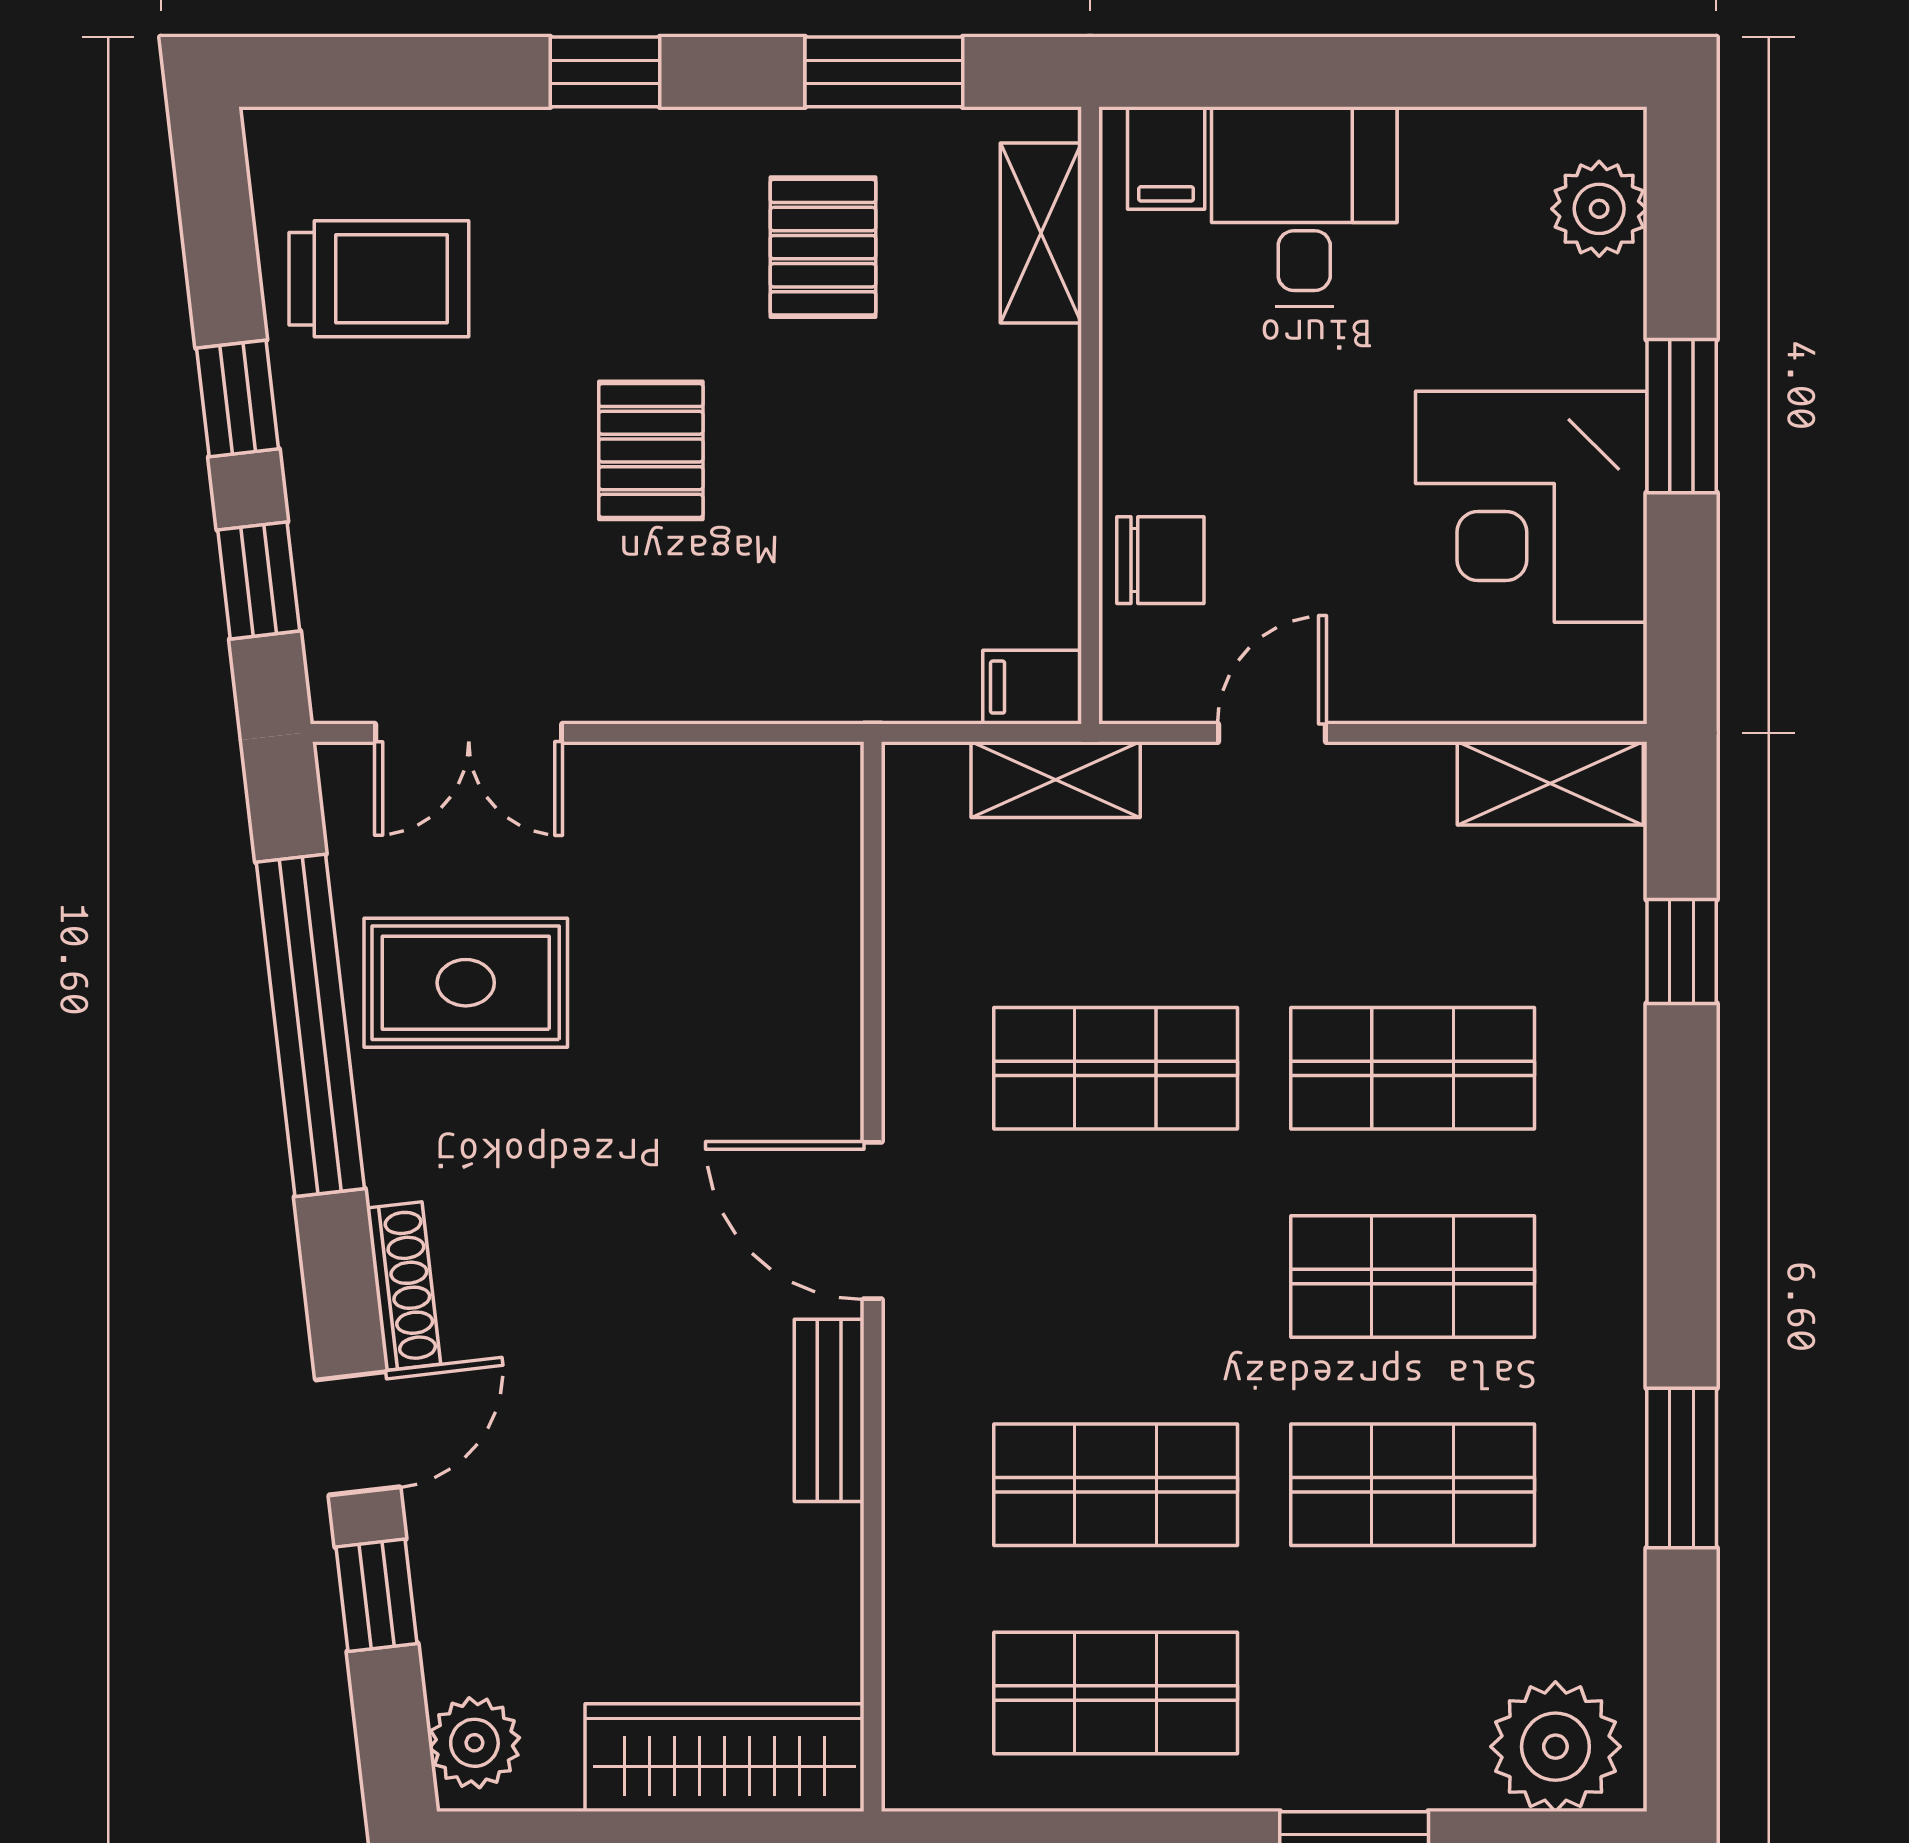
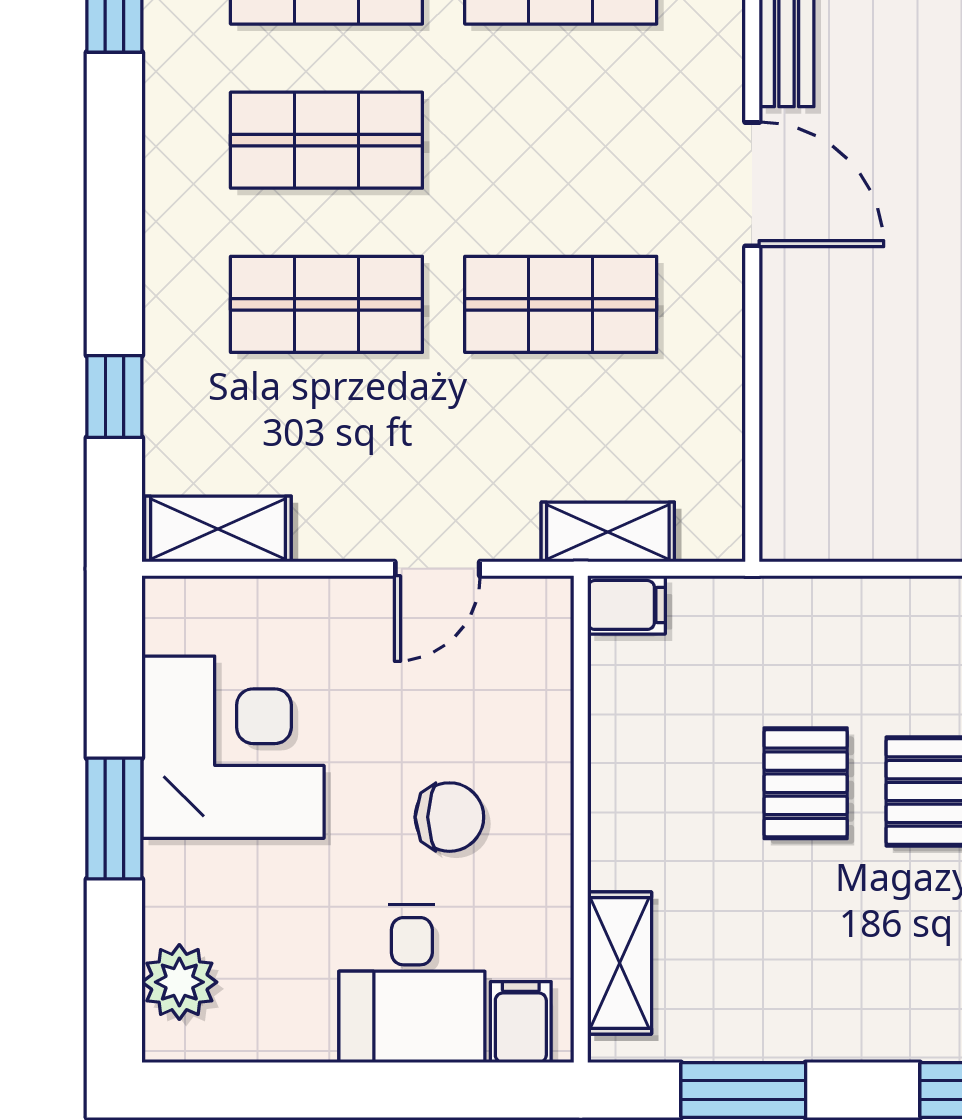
pallet: (823, 247) -> (806, 783), moved
chair: (1160, 560) -> (449, 817), moved, turned 180

